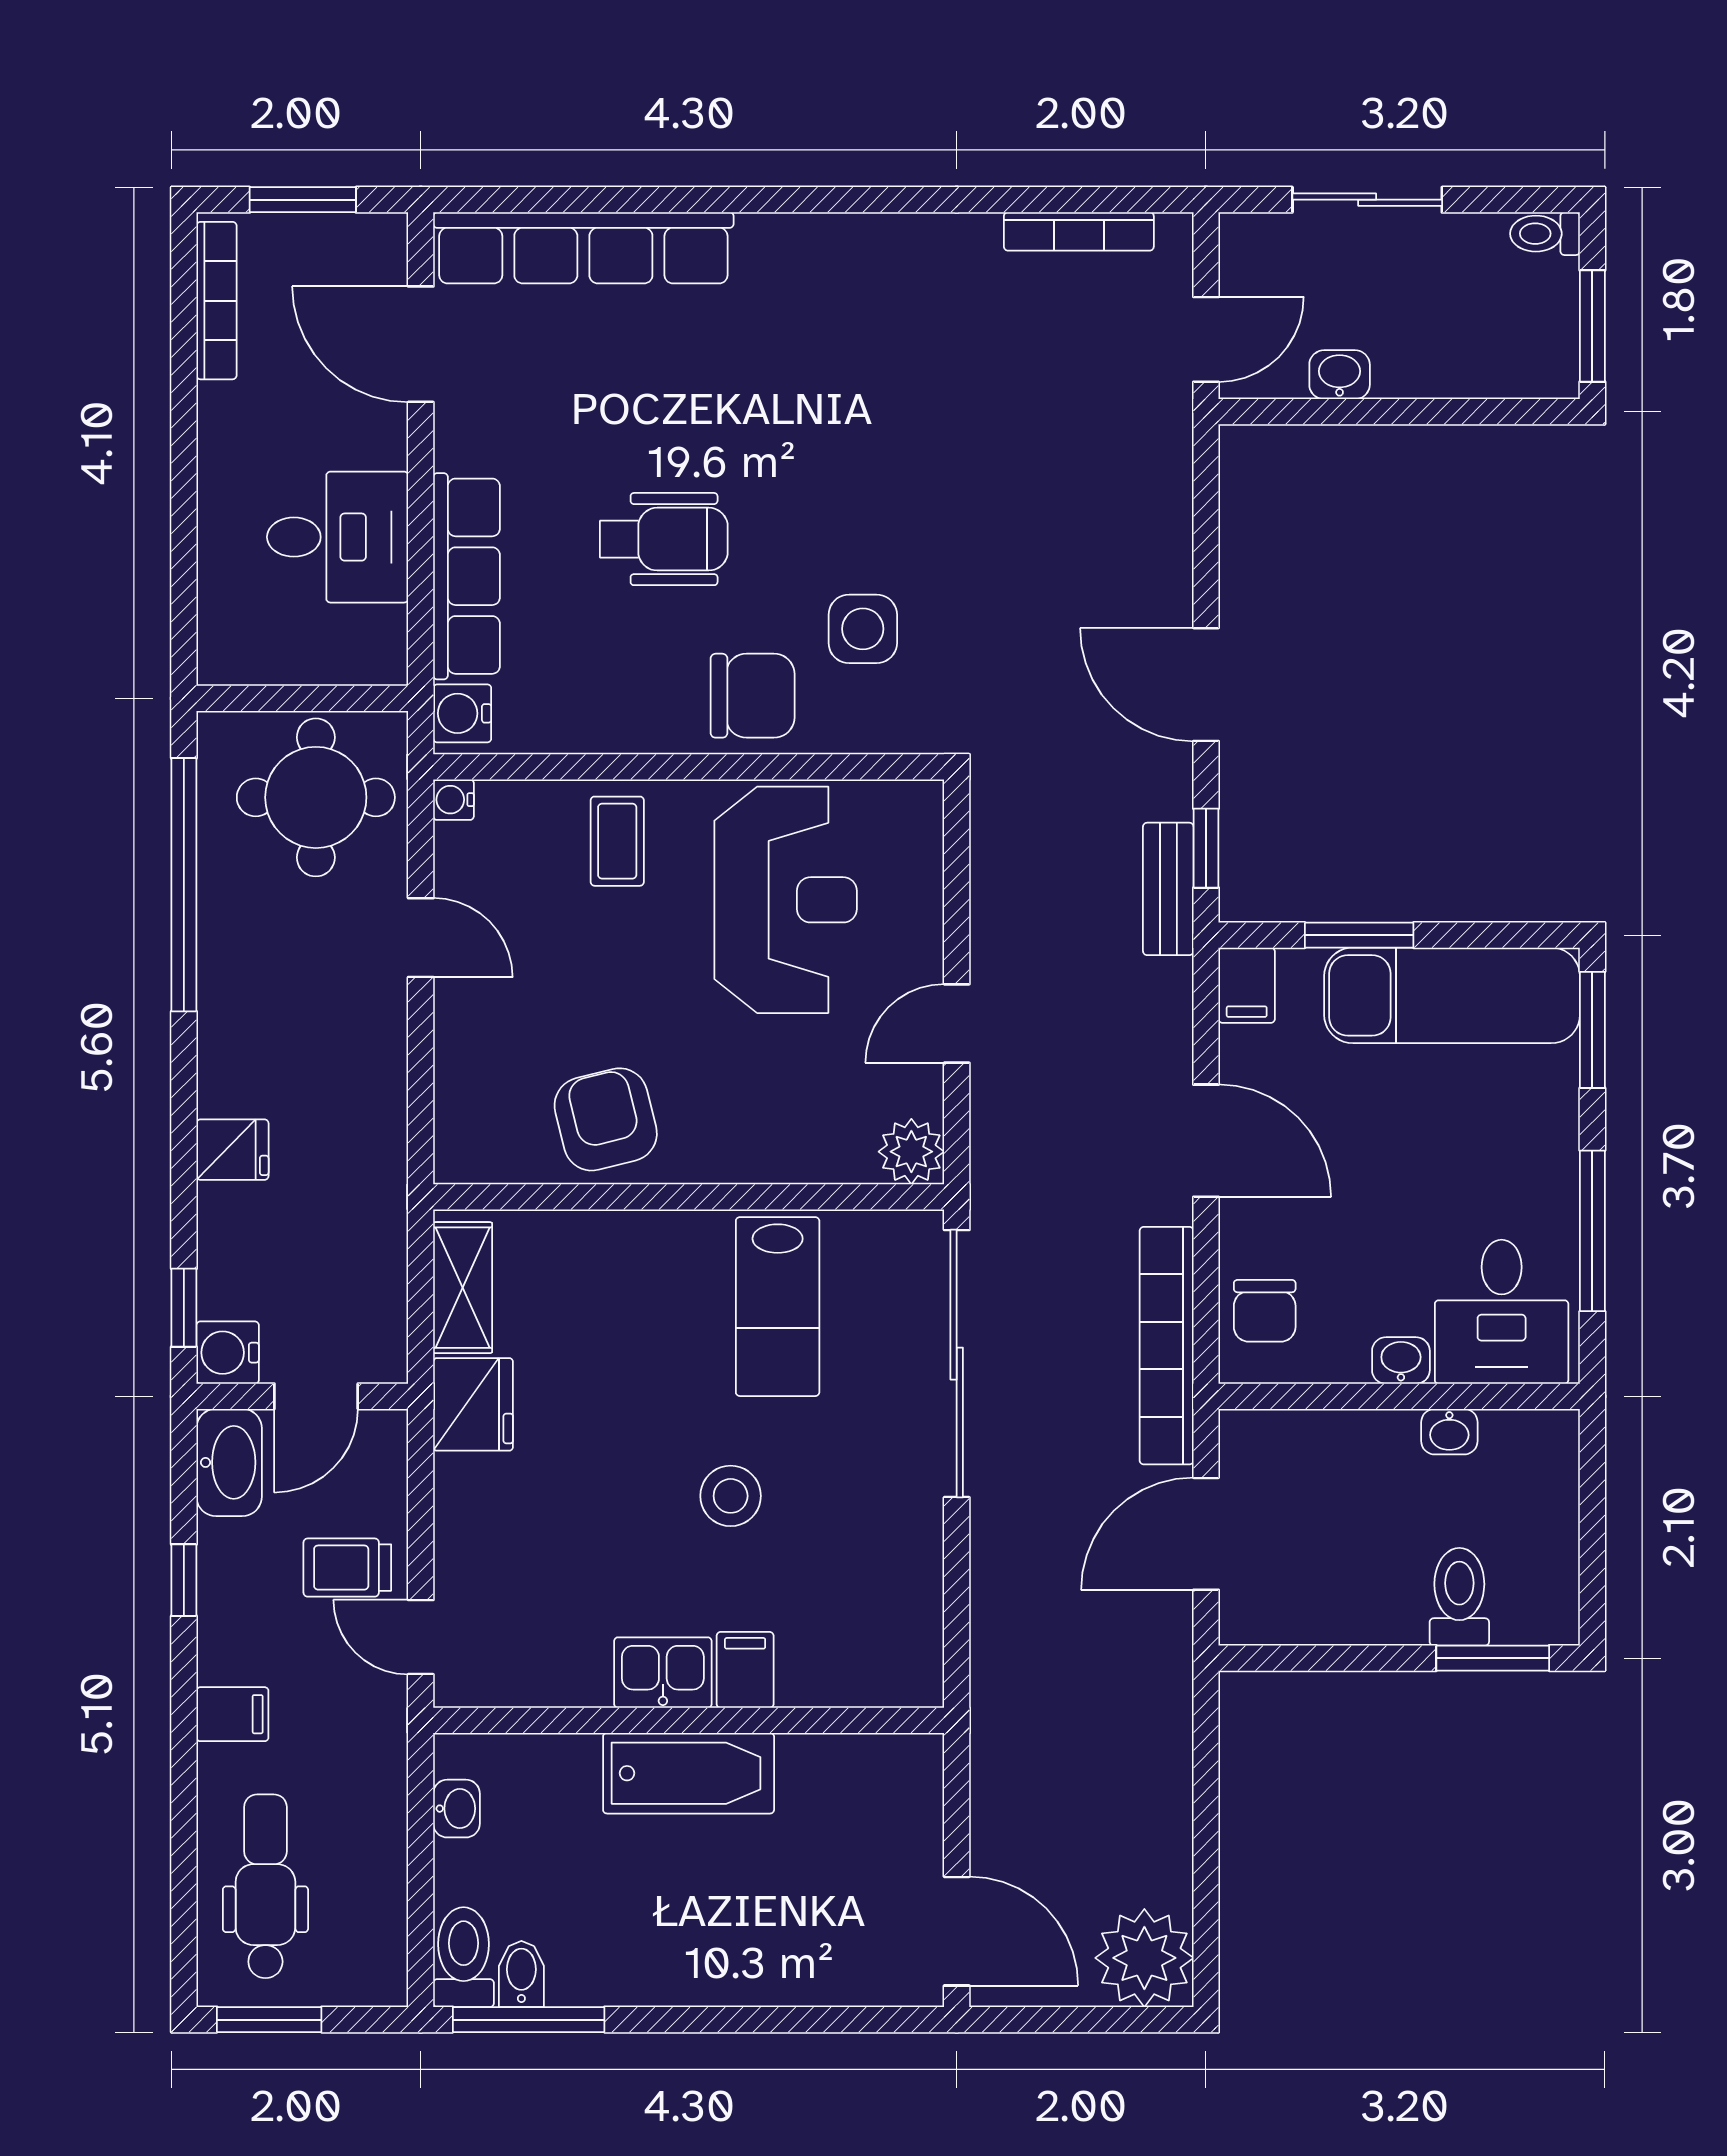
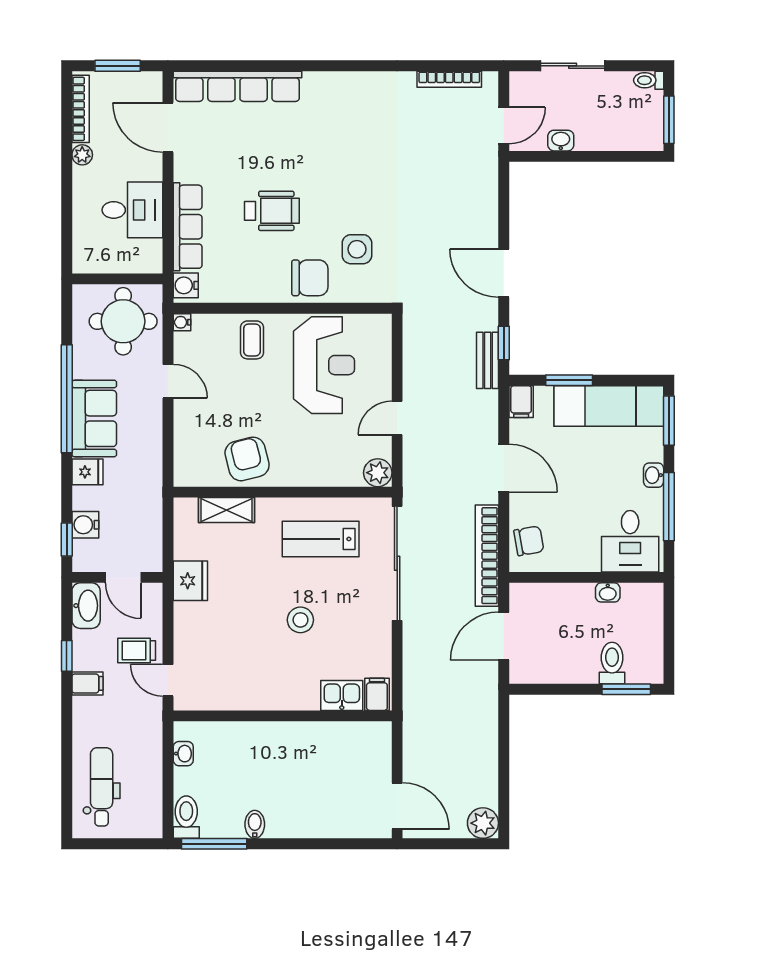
plant: (220, 408) -> (82, 155), added
window: (184, 885) -> (67, 399), moved
sofa: (248, 1025) -> (94, 418), added
shelving: (463, 1288) -> (226, 510), moved, turned 90
lab bench: (778, 1307) -> (321, 539), turned 90
chair: (1265, 1311) -> (529, 541), turned -100
water cooler: (228, 1353) -> (85, 525), moved
washbasin: (1401, 1361) -> (654, 475), moved, turned -90
door: (316, 1396) -> (123, 577), hinge flipped
filing cabinet: (745, 1670) -> (377, 694), moved
kitchen sink: (663, 1673) -> (342, 695), moved
filing cabinet: (232, 1714) -> (87, 683), moved
bathtub: (689, 1773) -> (282, 738), removed
plant: (1144, 1958) -> (483, 823), width x0.73, depth x0.73
bidet: (521, 1974) -> (255, 824), moved
window: (269, 2020) -> (103, 844), removed

